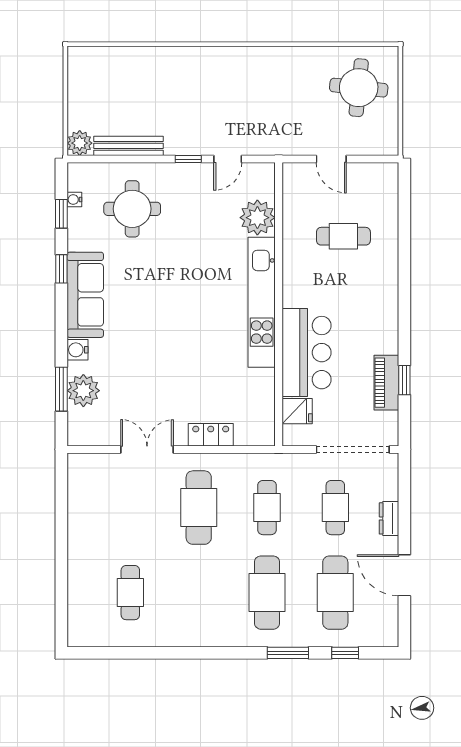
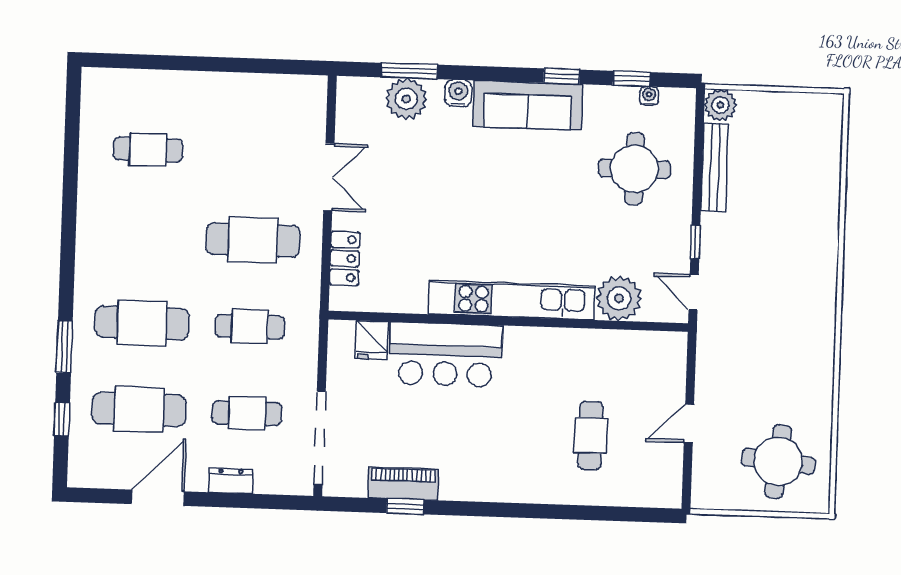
plant: (257, 218) -> (619, 298), moved
kitchen unit: (262, 302) -> (512, 300), moved
wall: (279, 304) -> (508, 321), moved
bar counter: (307, 353) -> (446, 355), moved
fridge: (297, 411) -> (372, 340), moved

